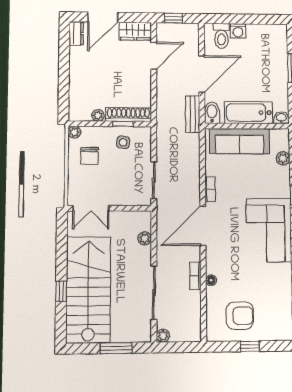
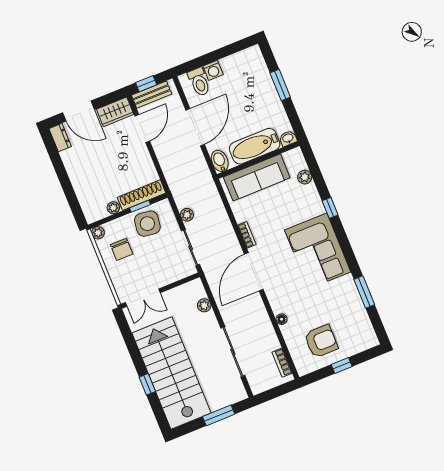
door: (103, 17) -> (79, 111), hinge flipped
bench: (193, 114) -> (152, 95), moved, turned 90
side table: (123, 142) -> (147, 224), width x1.87, depth x1.87
bookcase: (195, 276) -> (282, 363), moved
plant: (163, 336) -> (187, 215), moved

